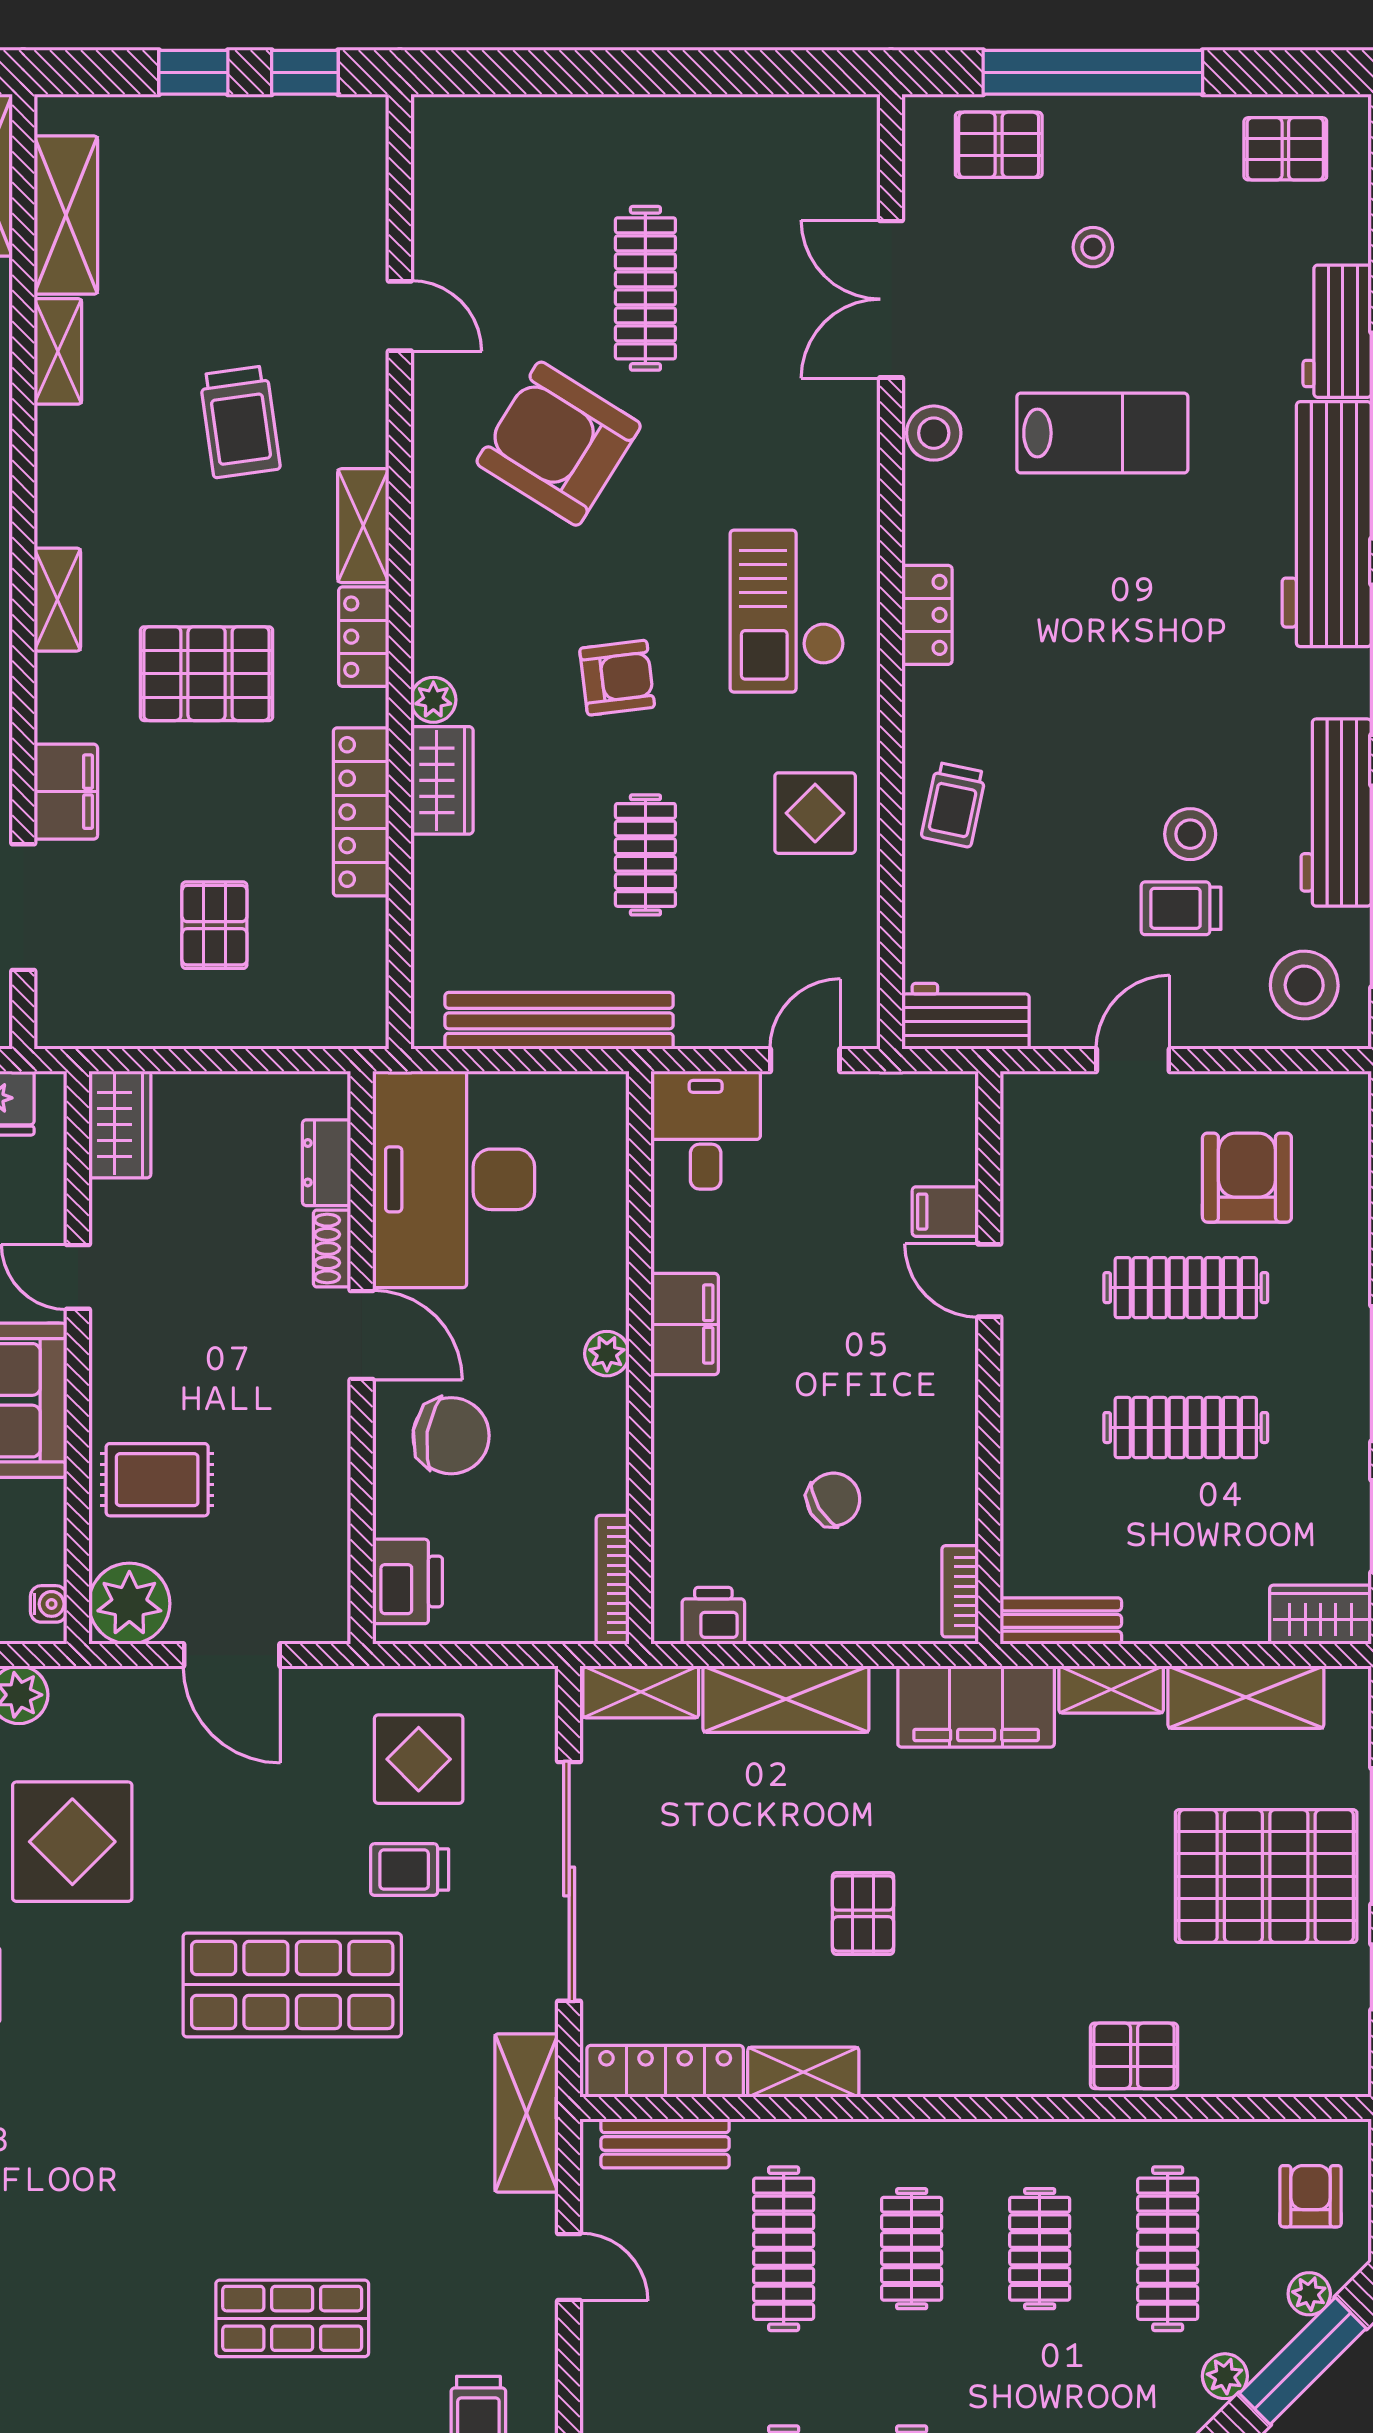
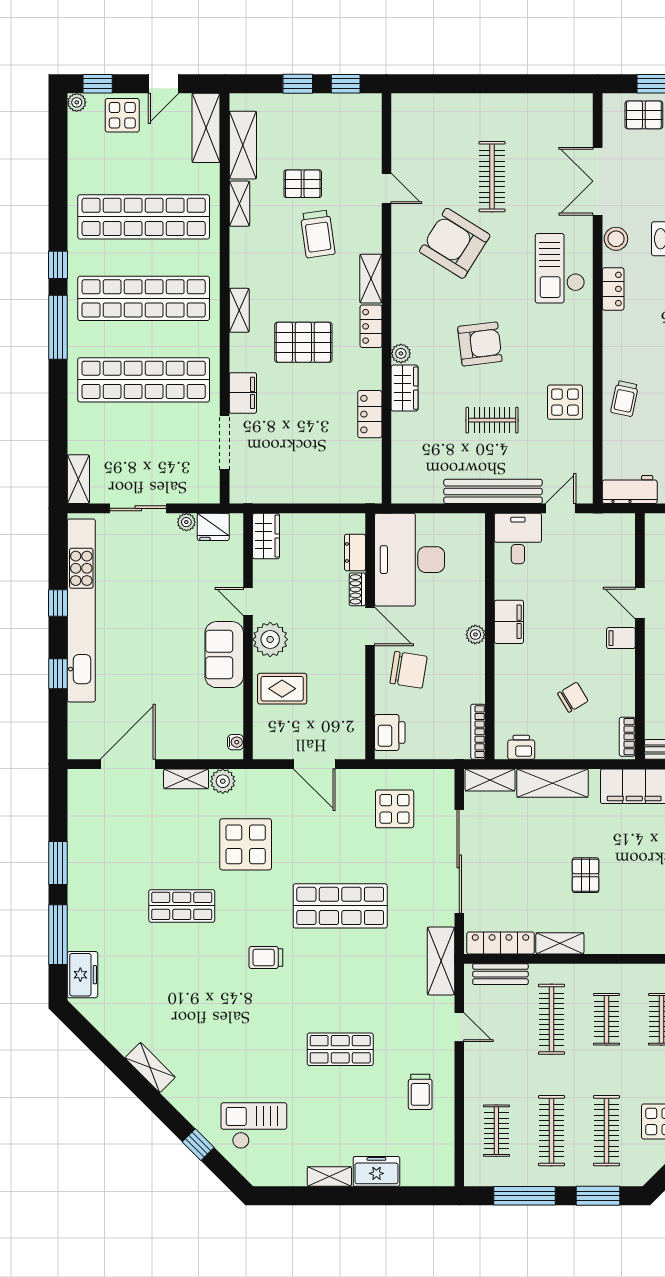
checkout: (787, 611) -> (560, 268), moved
locker: (927, 615) -> (613, 289), moved
armchair: (617, 678) -> (480, 344), width x1.38, depth x1.38
locker: (361, 812) -> (370, 414), width x0.66
clothes rail: (645, 855) -> (492, 420), turned 90
pallet: (214, 925) -> (303, 184), moved, turned 90
bench: (559, 1021) -> (493, 491), moved
filing cabinet: (945, 1212) -> (621, 638), moved
plant: (129, 1604) -> (270, 639), moved
trolley: (410, 1870) -> (266, 958), moved

